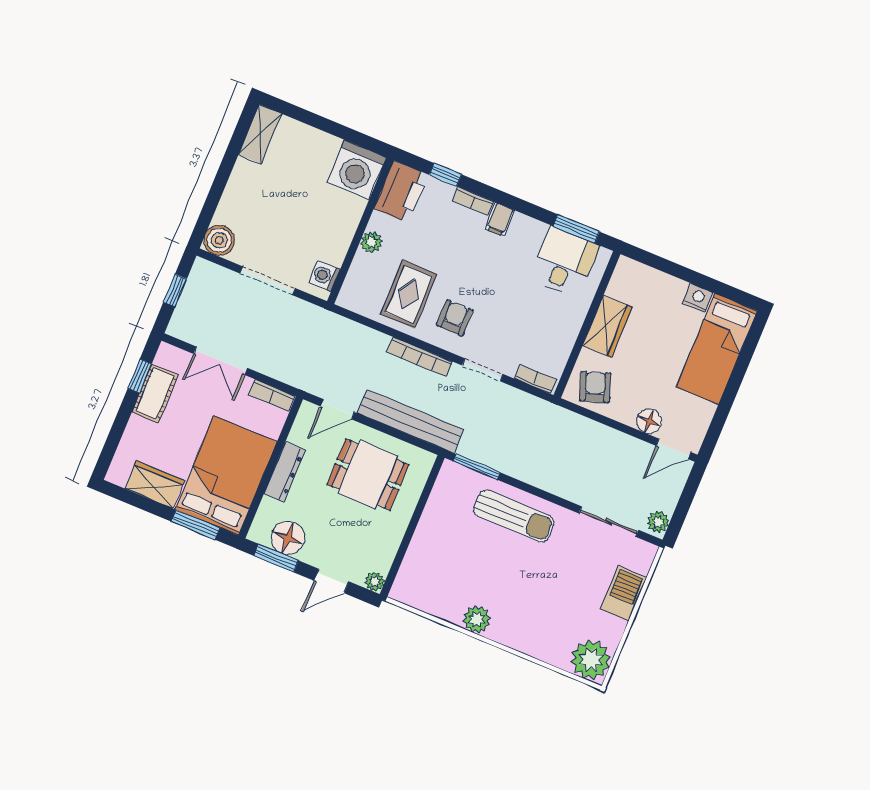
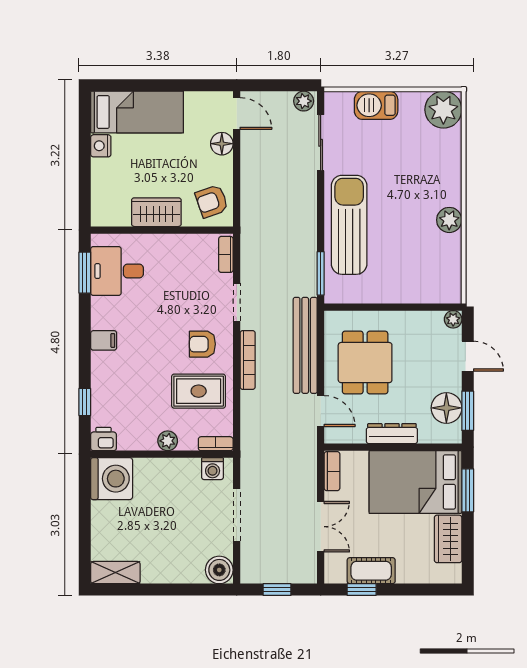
printer: (401, 192) -> (103, 439), width x0.53, depth x0.68
bookcase: (473, 201) -> (216, 444), moved, turned -90
sun lounger: (514, 516) -> (349, 225), width x1.36, depth x1.34

